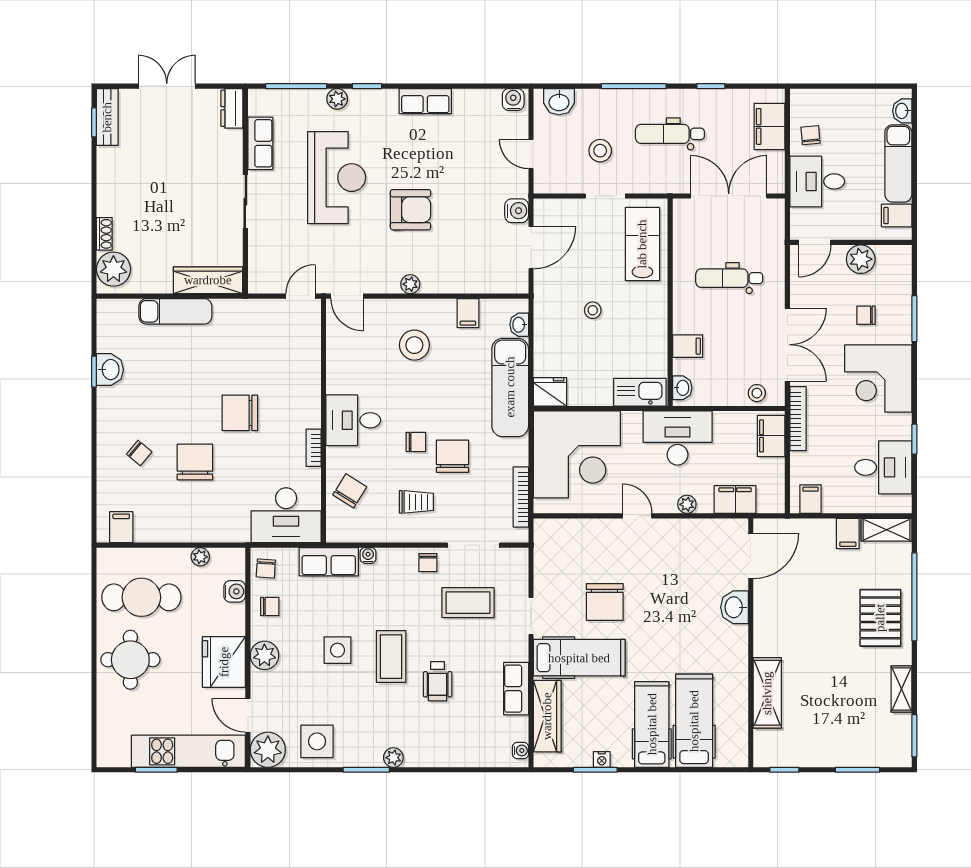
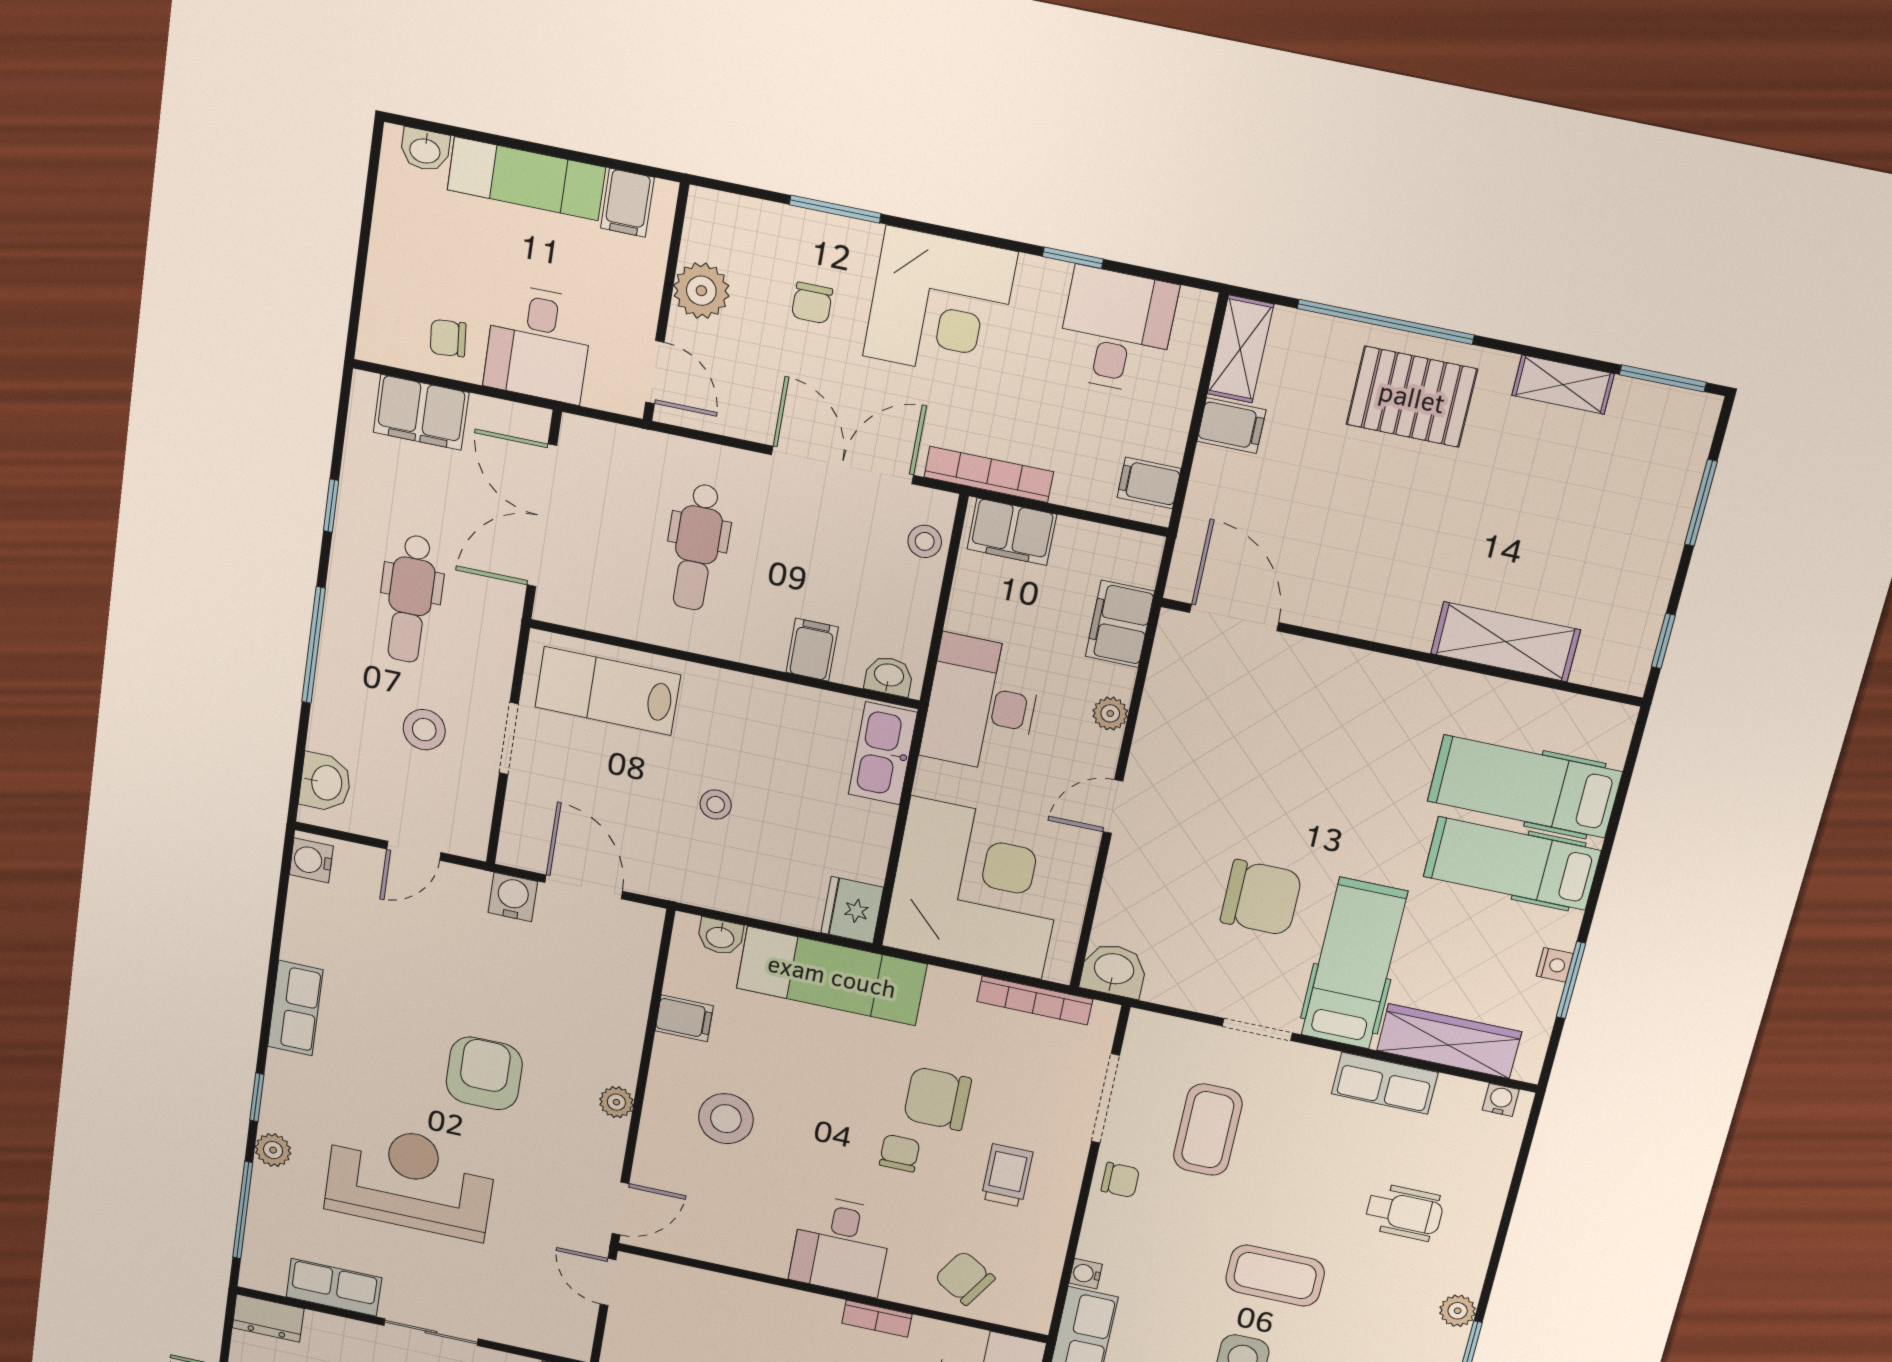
washbasin: (734, 607) -> (1114, 970), moved, turned 180
wheelchair: (438, 681) -> (1404, 1212), moved

